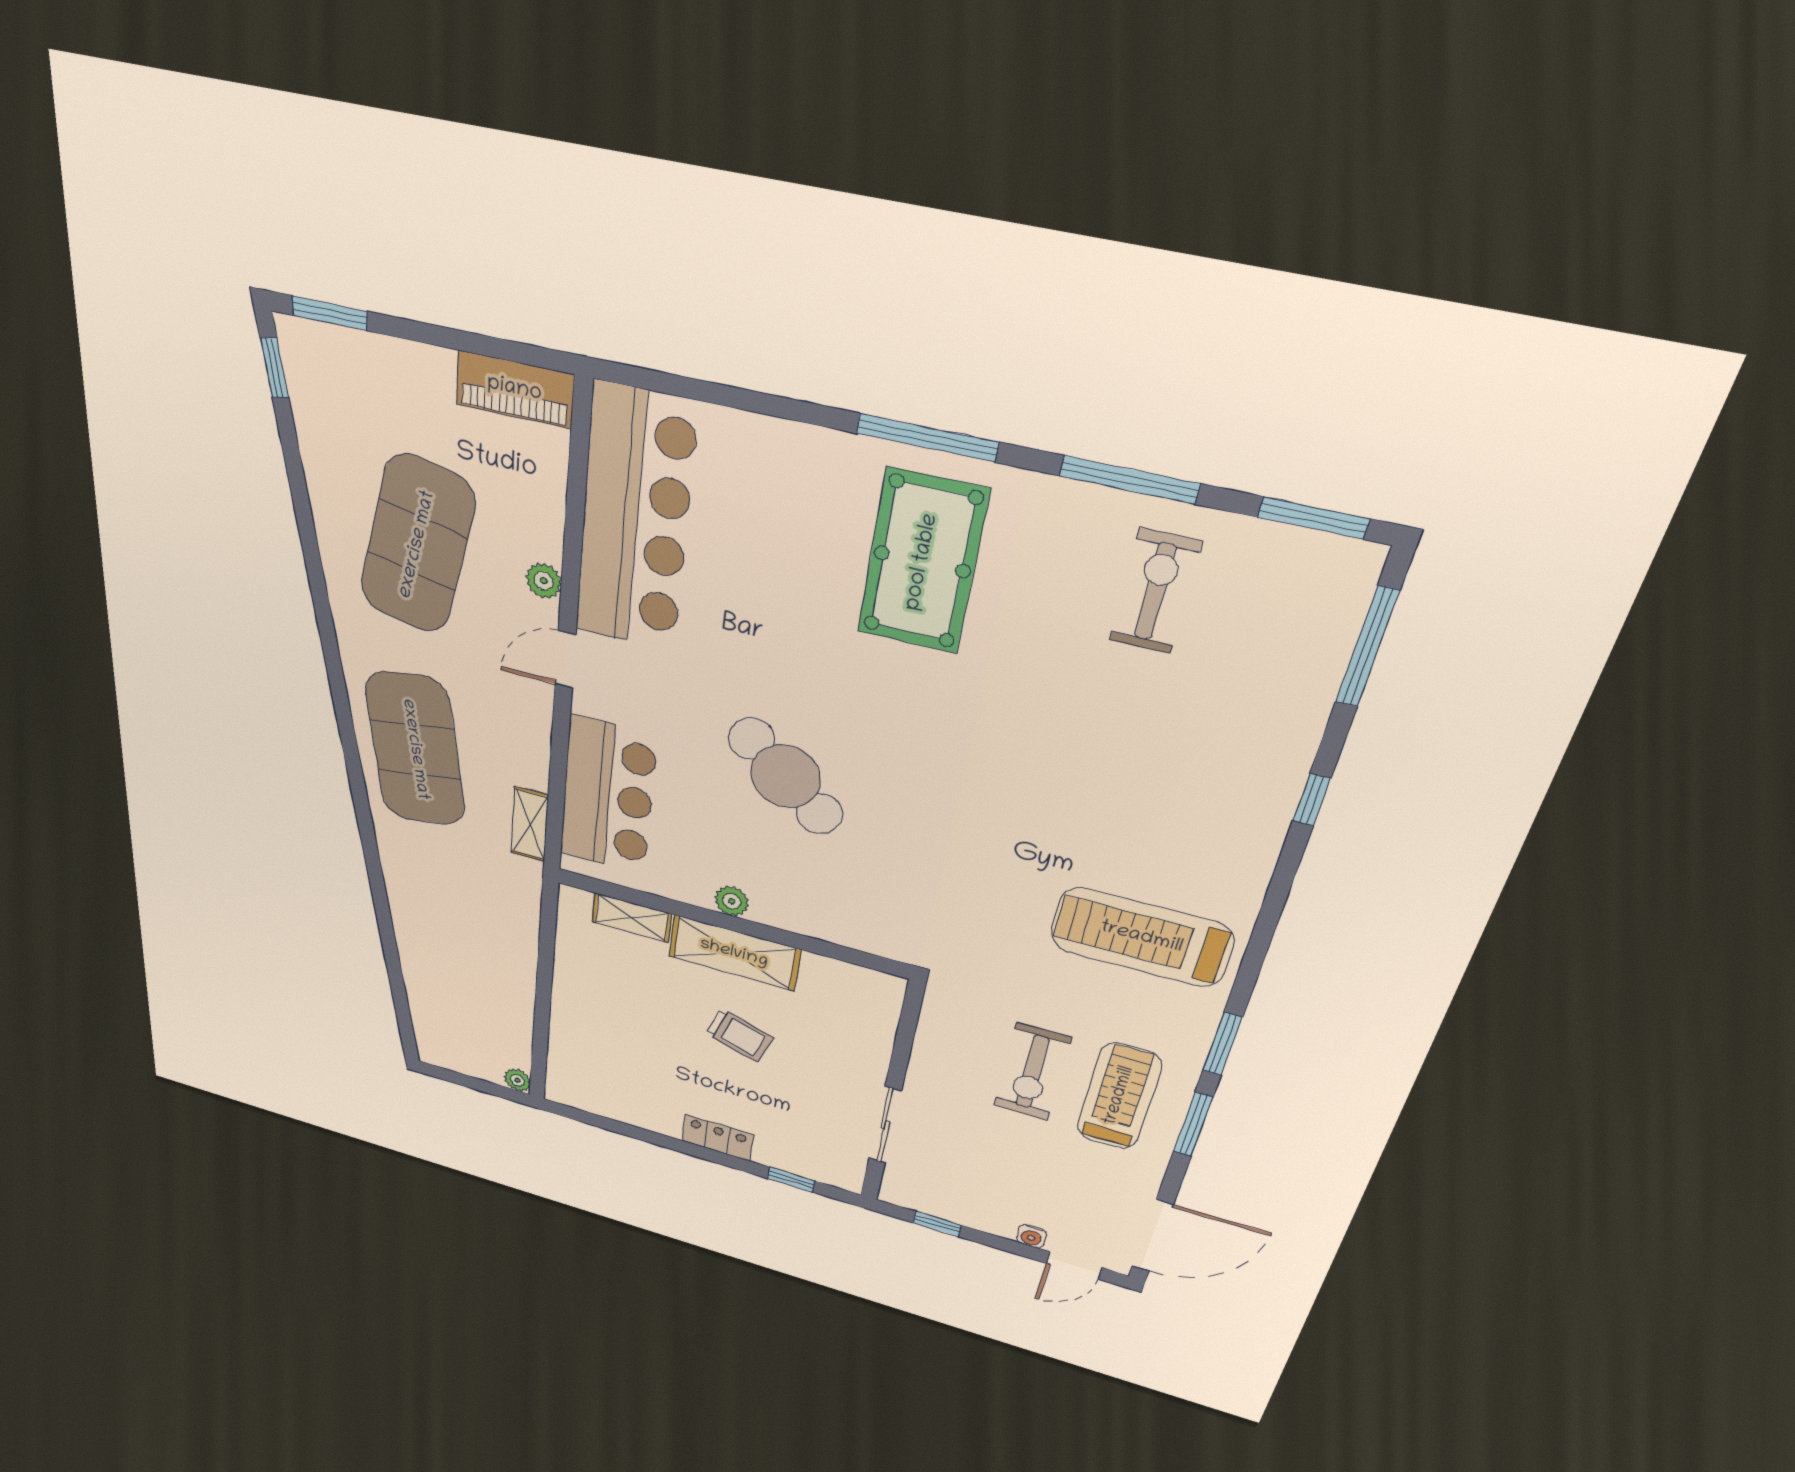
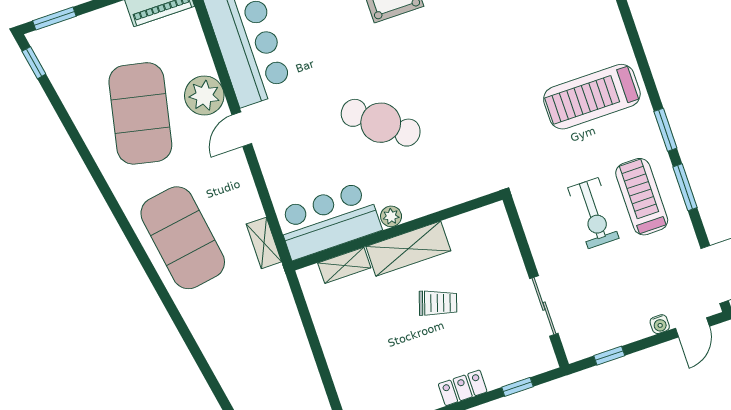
plant: (544, 581) -> (204, 95), width x1.88, depth x1.88
bar counter: (608, 796) -> (329, 220), moved, turned -90

